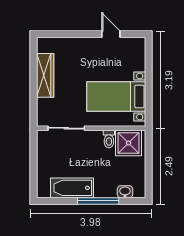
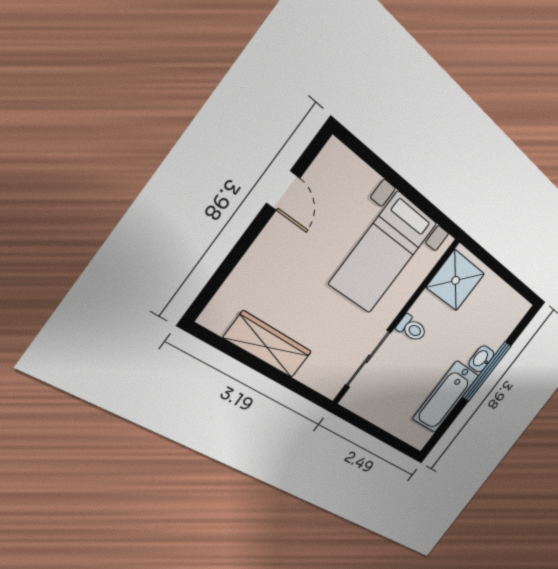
door: (111, 34) -> (283, 191), swing flipped
toilet: (109, 139) -> (412, 328), moved
washbasin: (125, 192) -> (481, 359), moved

